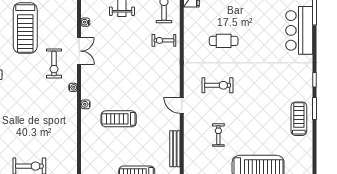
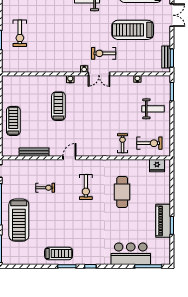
cafe table: (224, 41) -> (122, 192), width x1.37, depth x1.35
double door: (79, 51) -> (99, 74), moved

